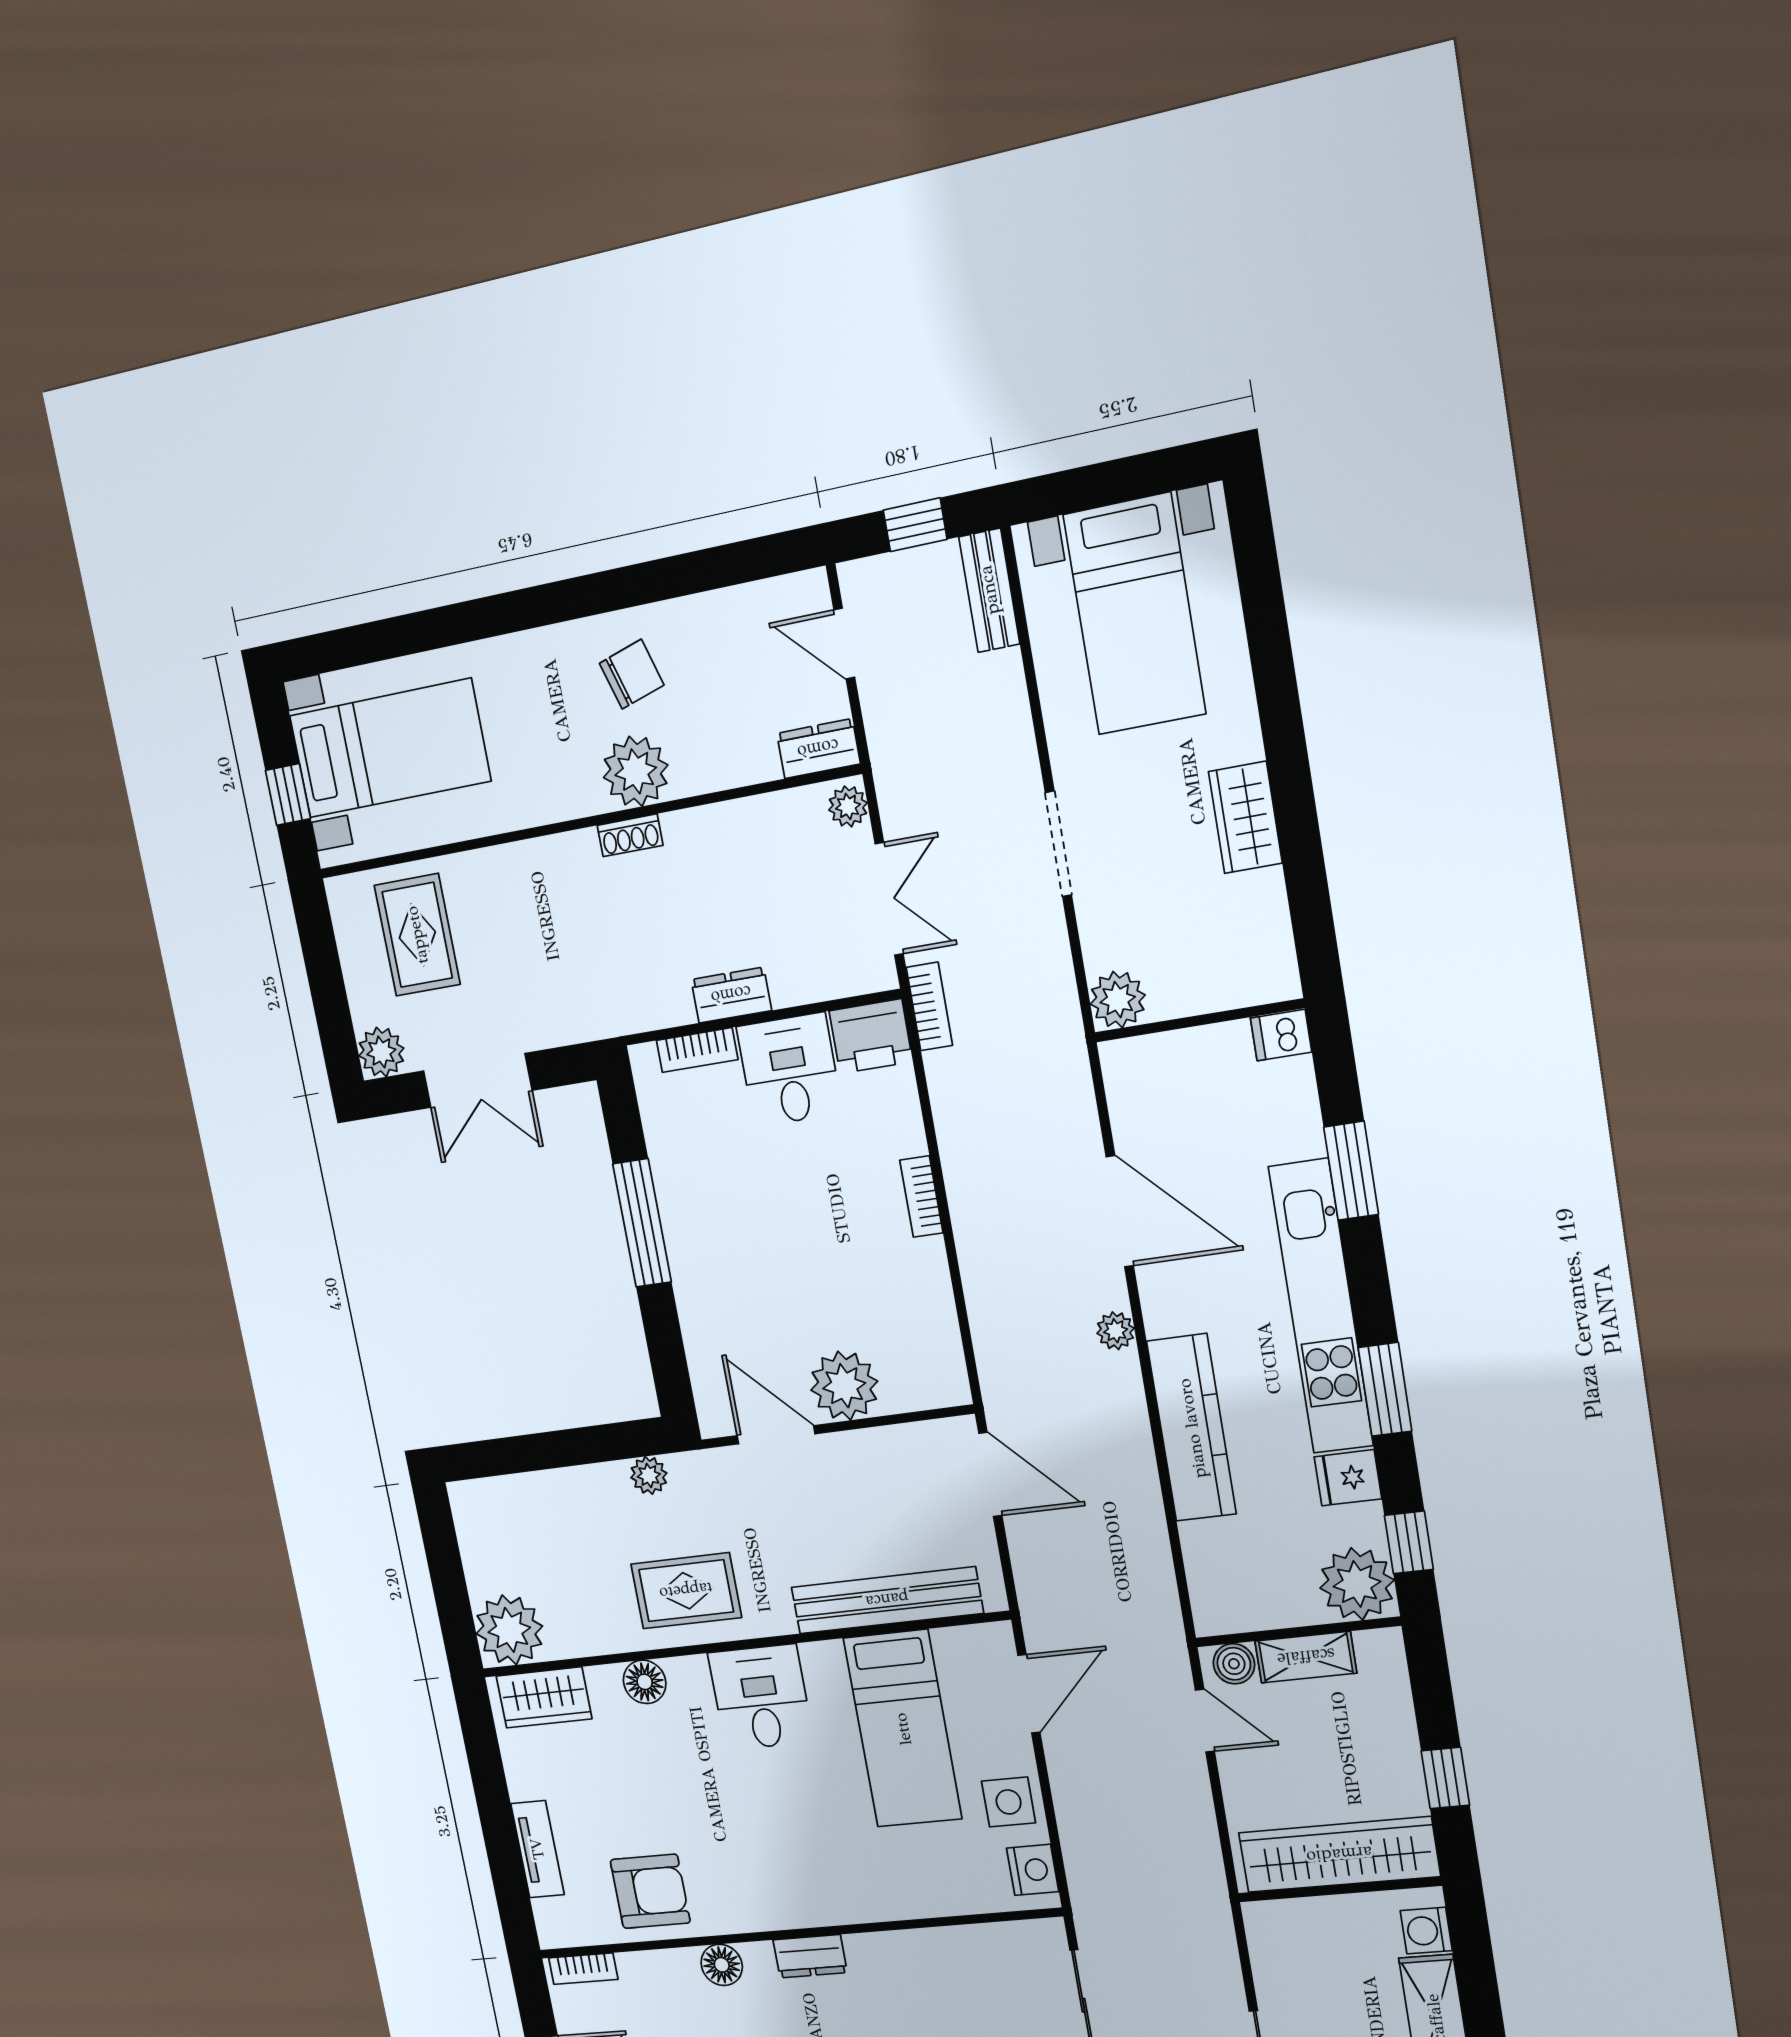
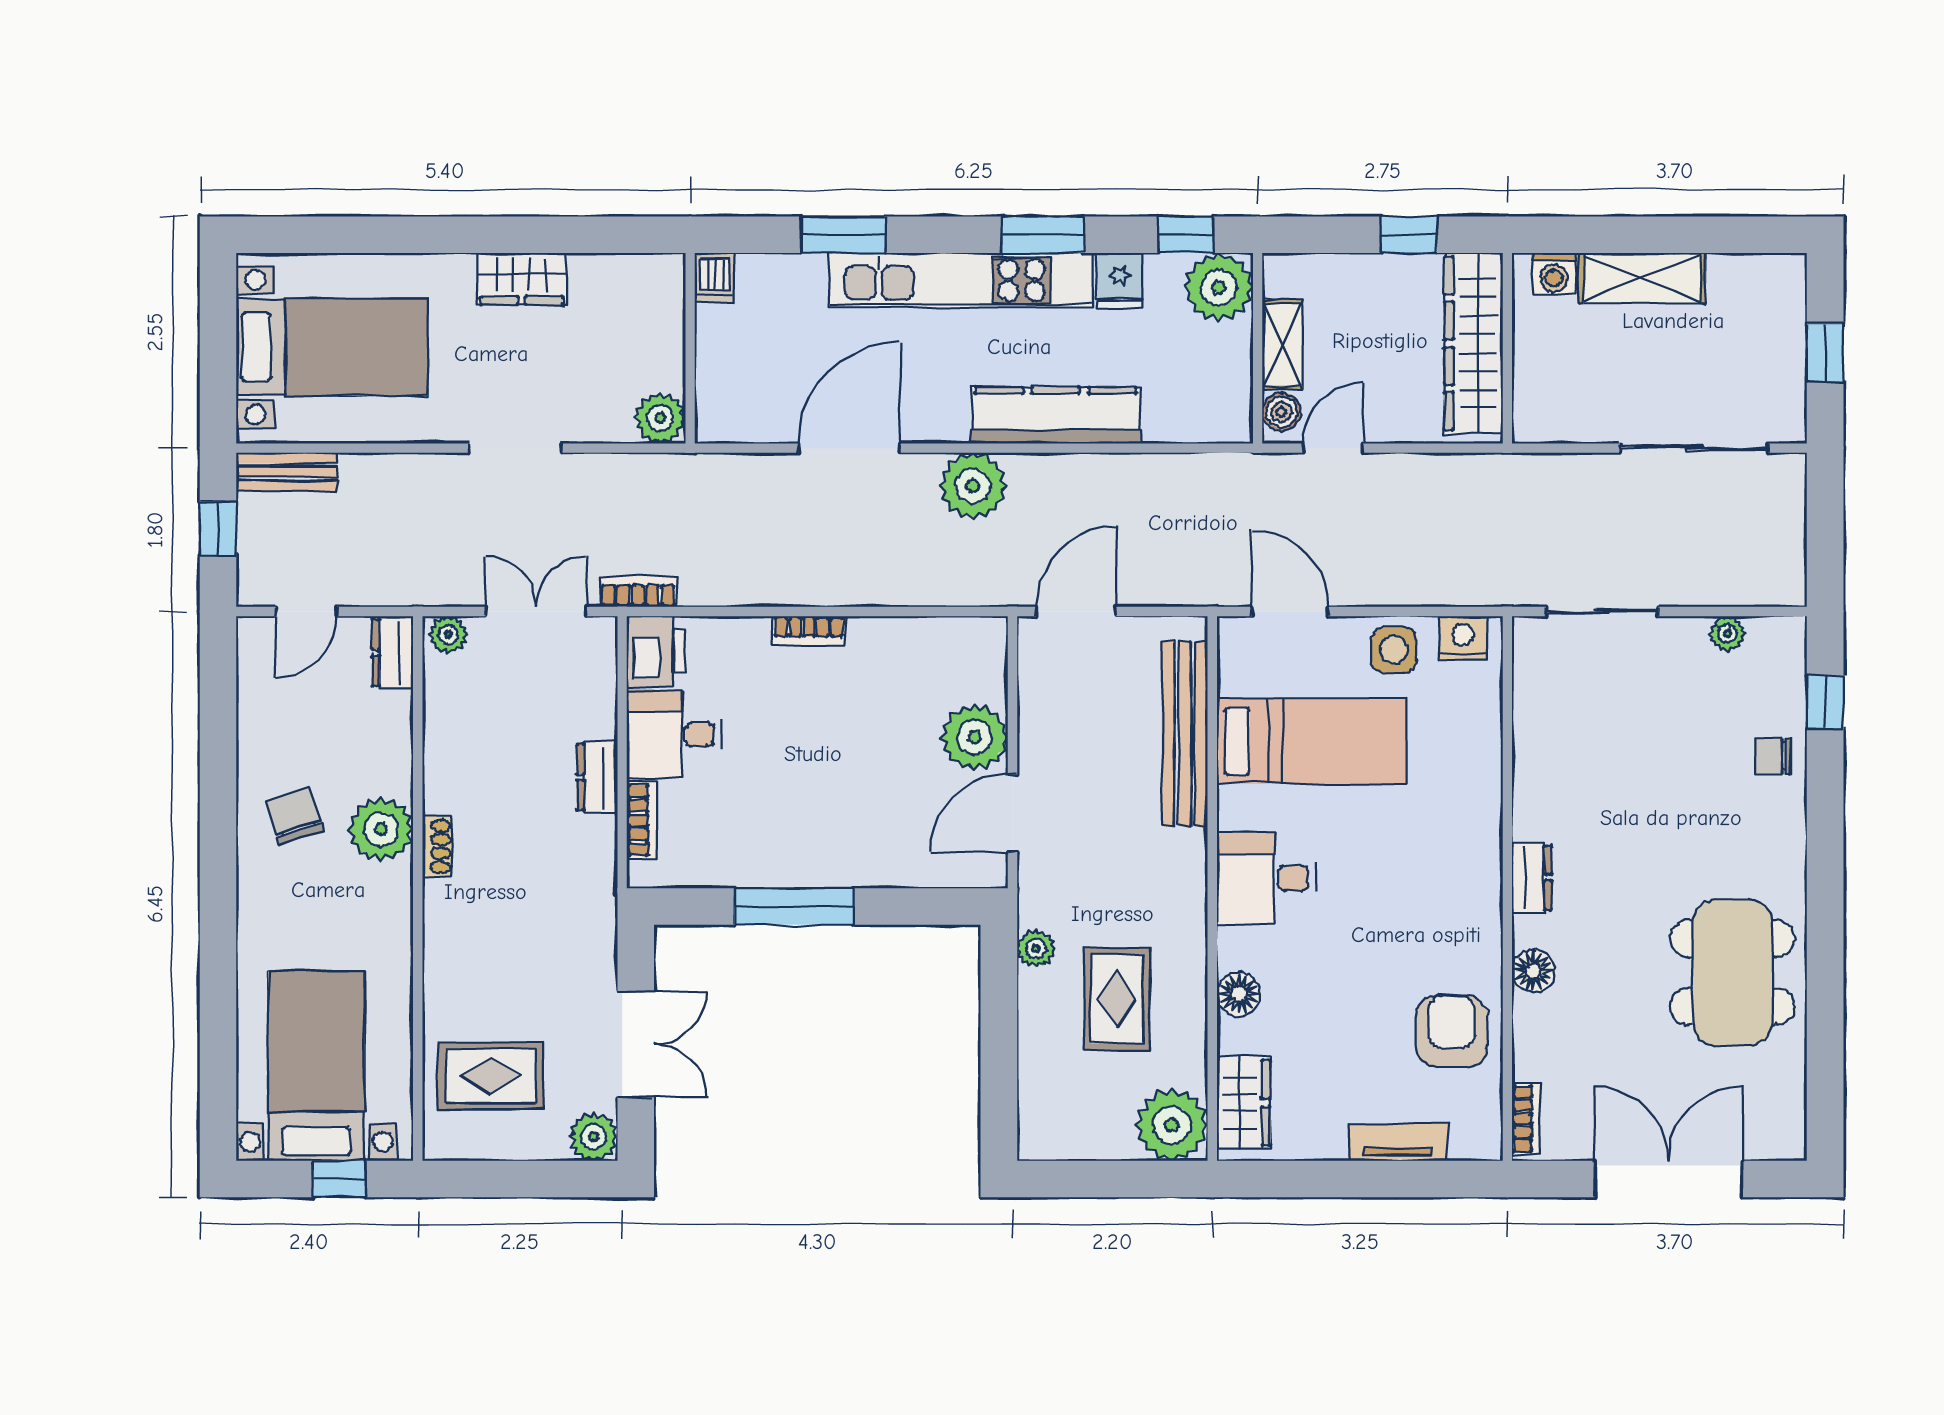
plant: (1116, 1331) -> (973, 486), width x1.87, depth x1.87
rug: (686, 1591) -> (1117, 999), moved

